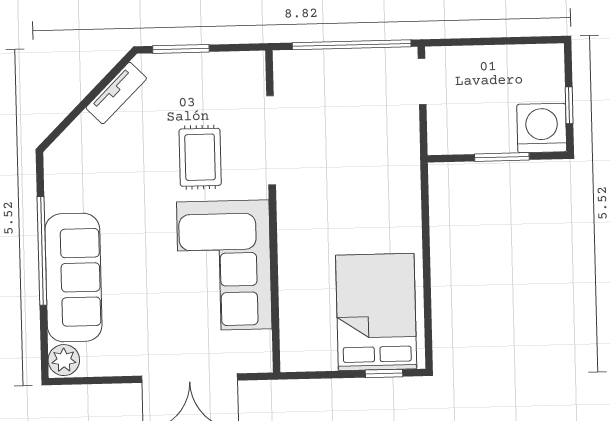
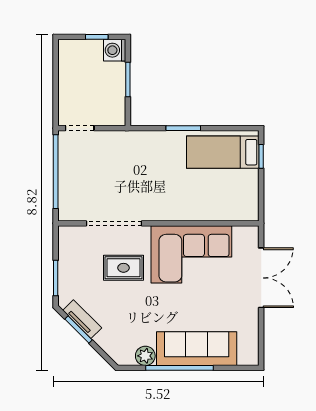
window: (100, 87) -> (78, 329), added
washing machine: (542, 128) -> (115, 50), width x0.73, depth x0.73
window: (426, 247) -> (183, 128), added
bed: (376, 312) -> (223, 152), width x0.67
plant: (64, 360) -> (145, 356), moved

